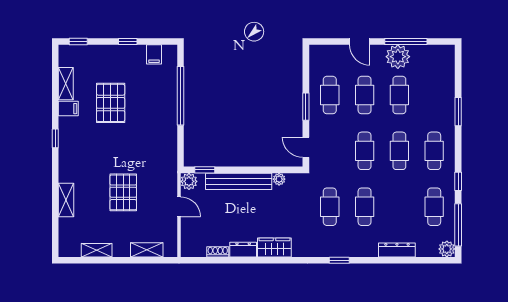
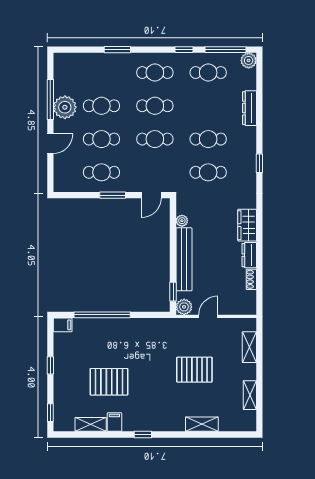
filing cabinet: (154, 54) -> (63, 325), moved

